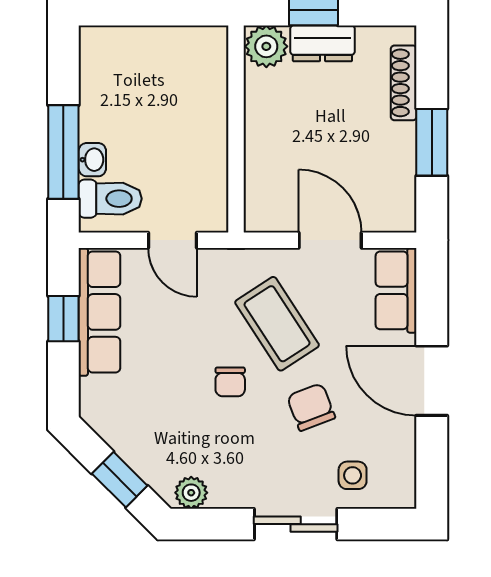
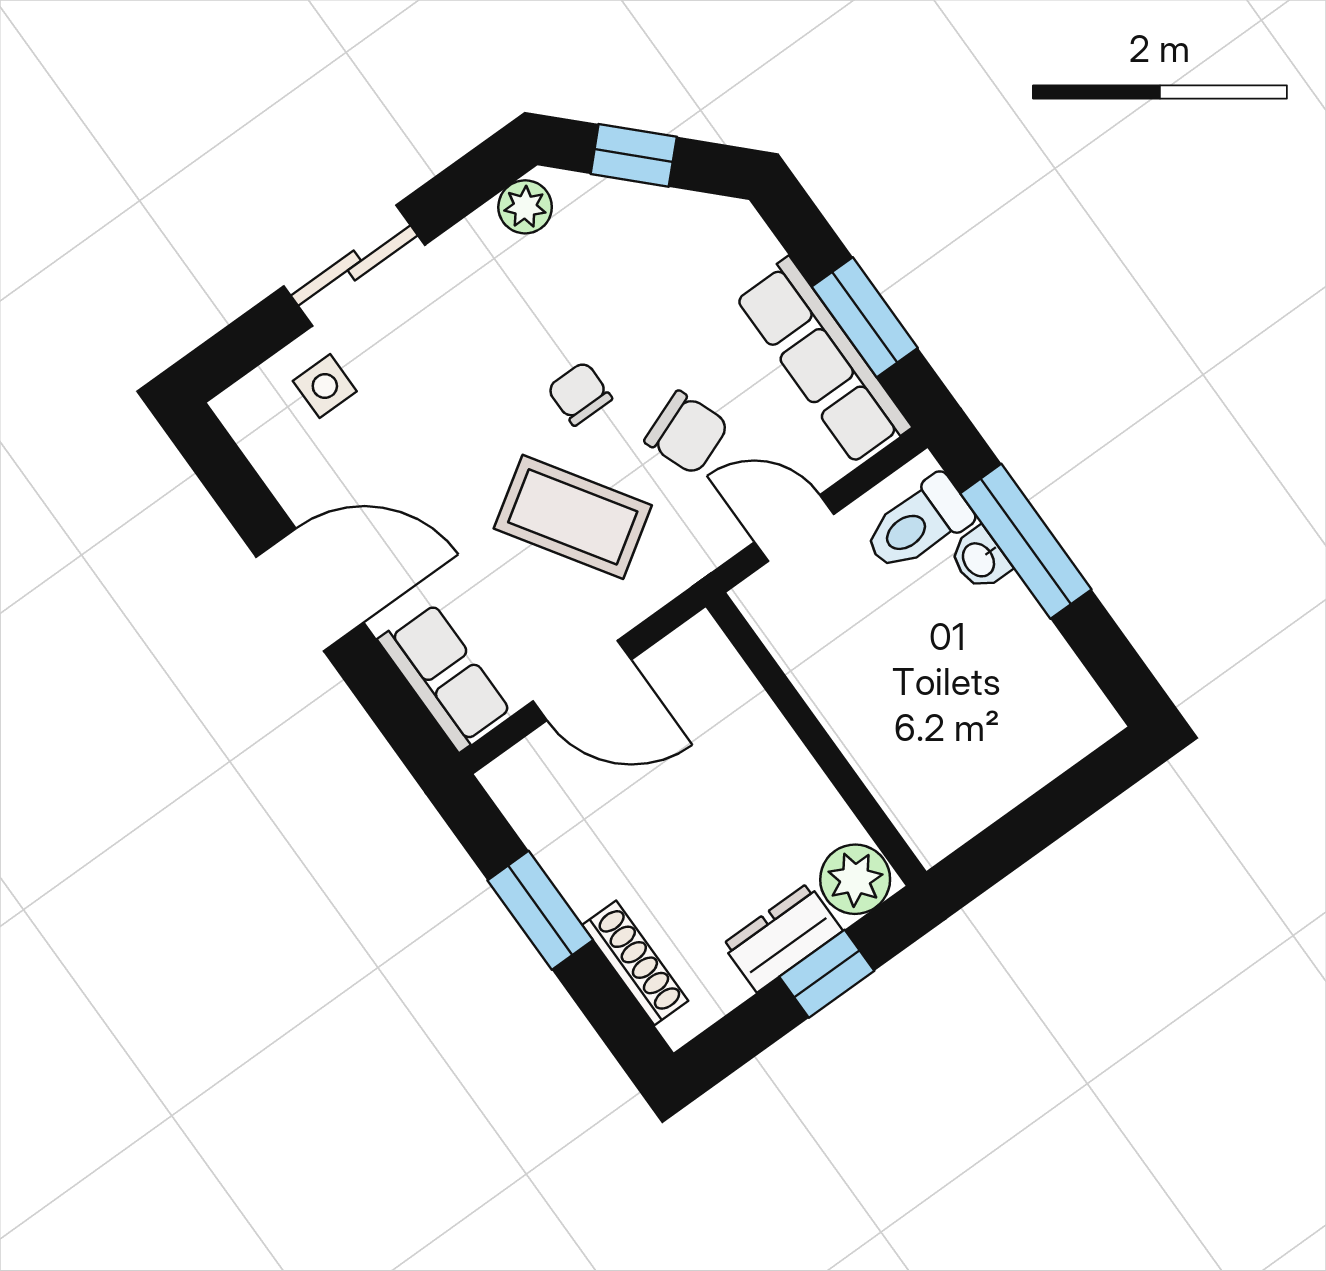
window: (63, 319) -> (865, 317), width x1.50
chair: (311, 407) -> (687, 433), moved

